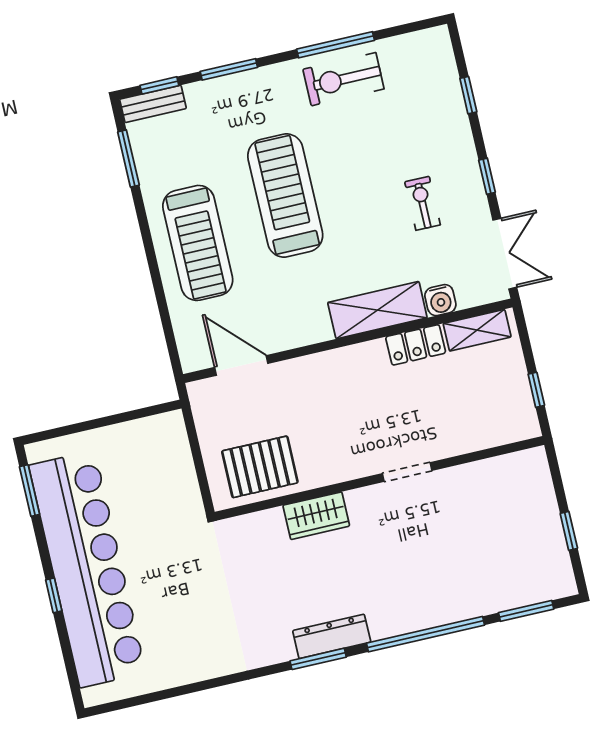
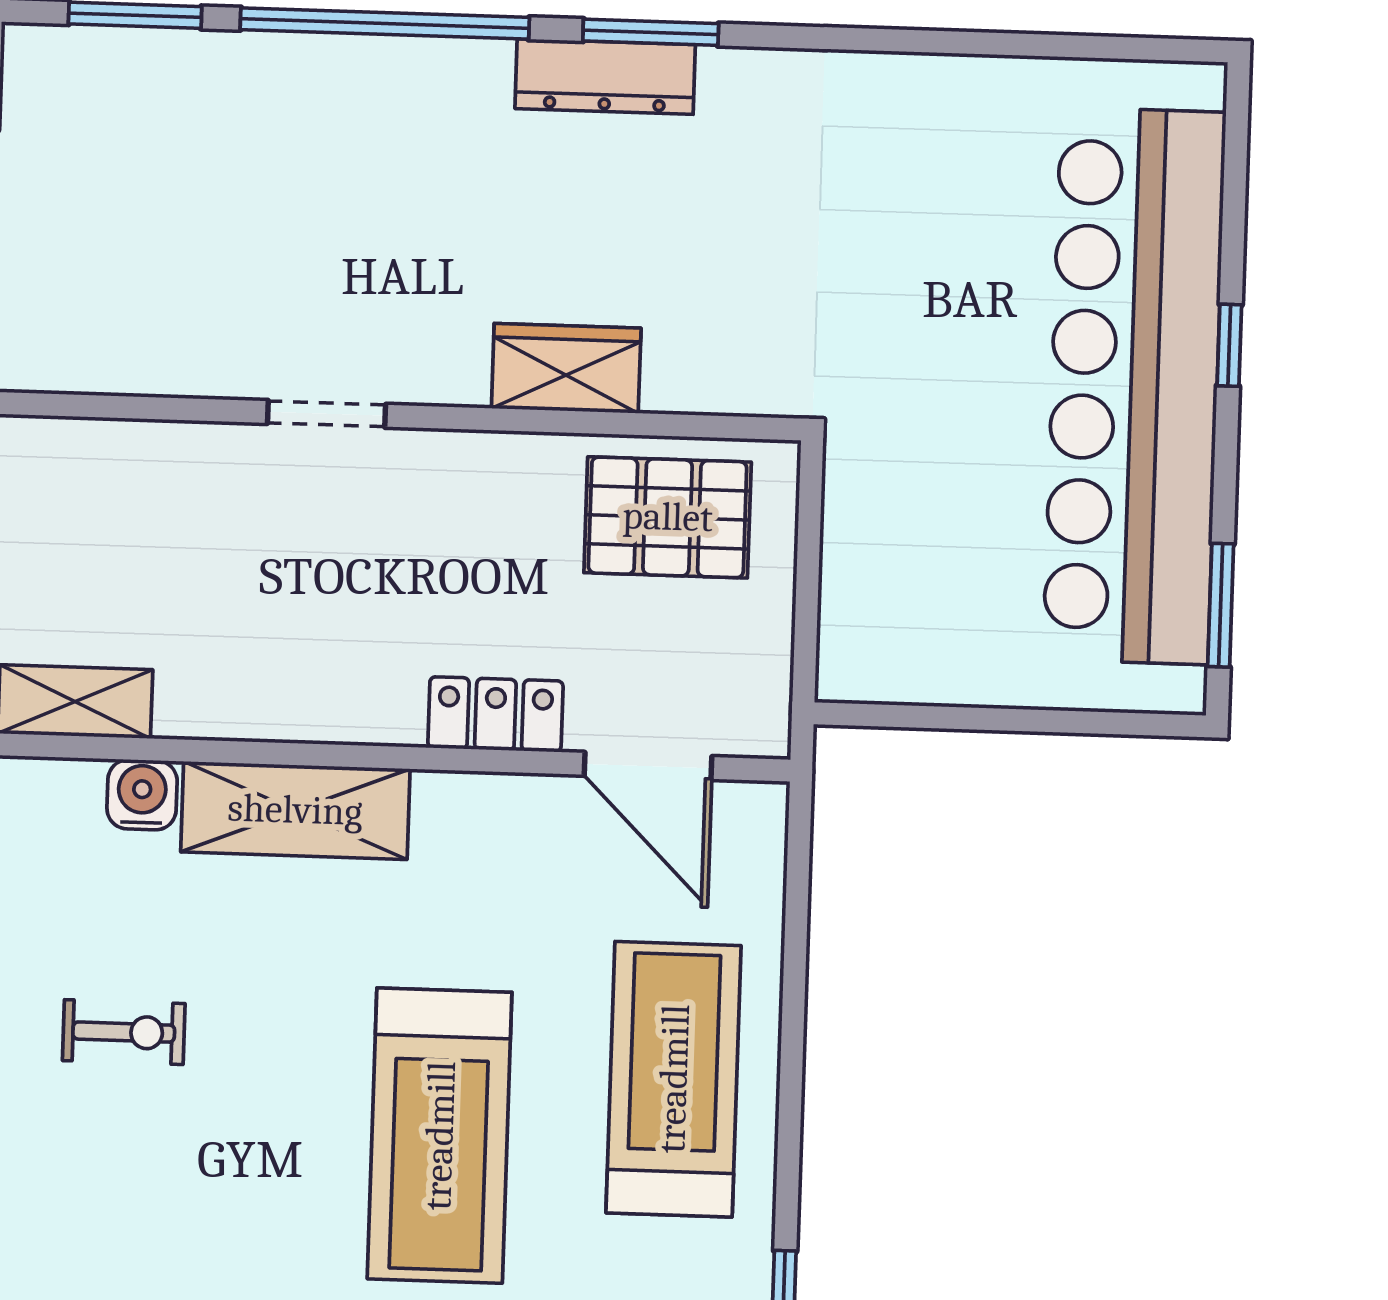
exercise bike: (423, 203) -> (124, 1032), turned -90
locker: (416, 345) -> (495, 714), moved

